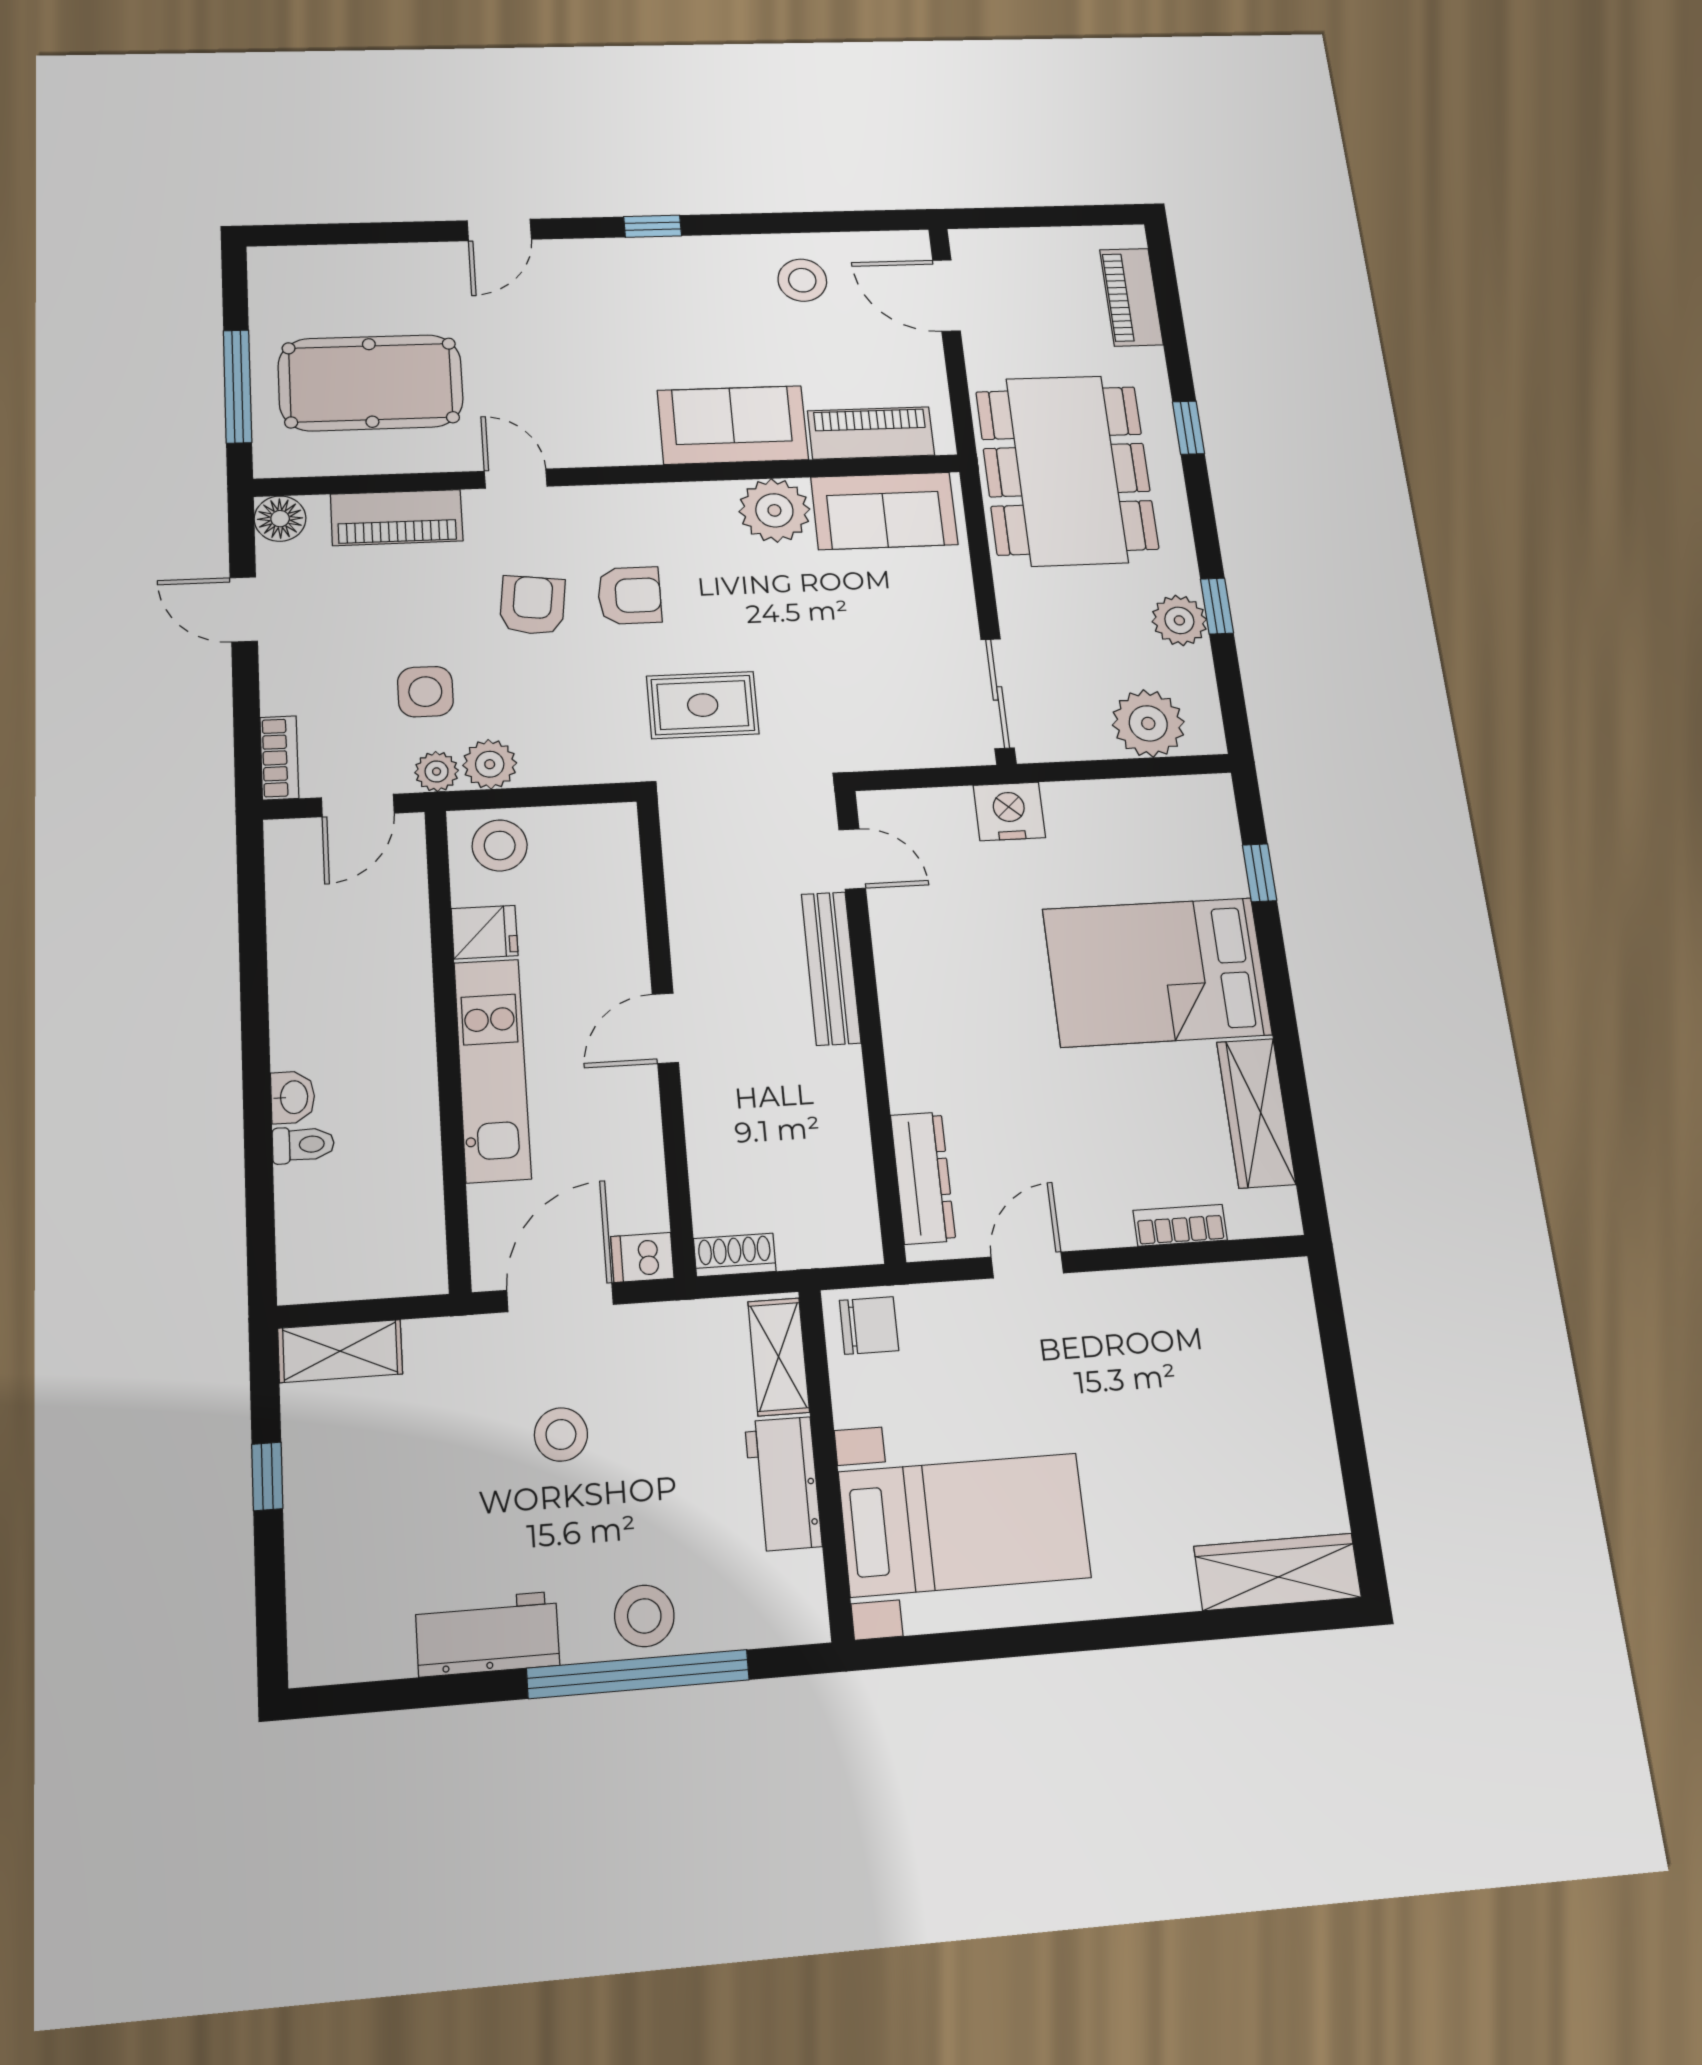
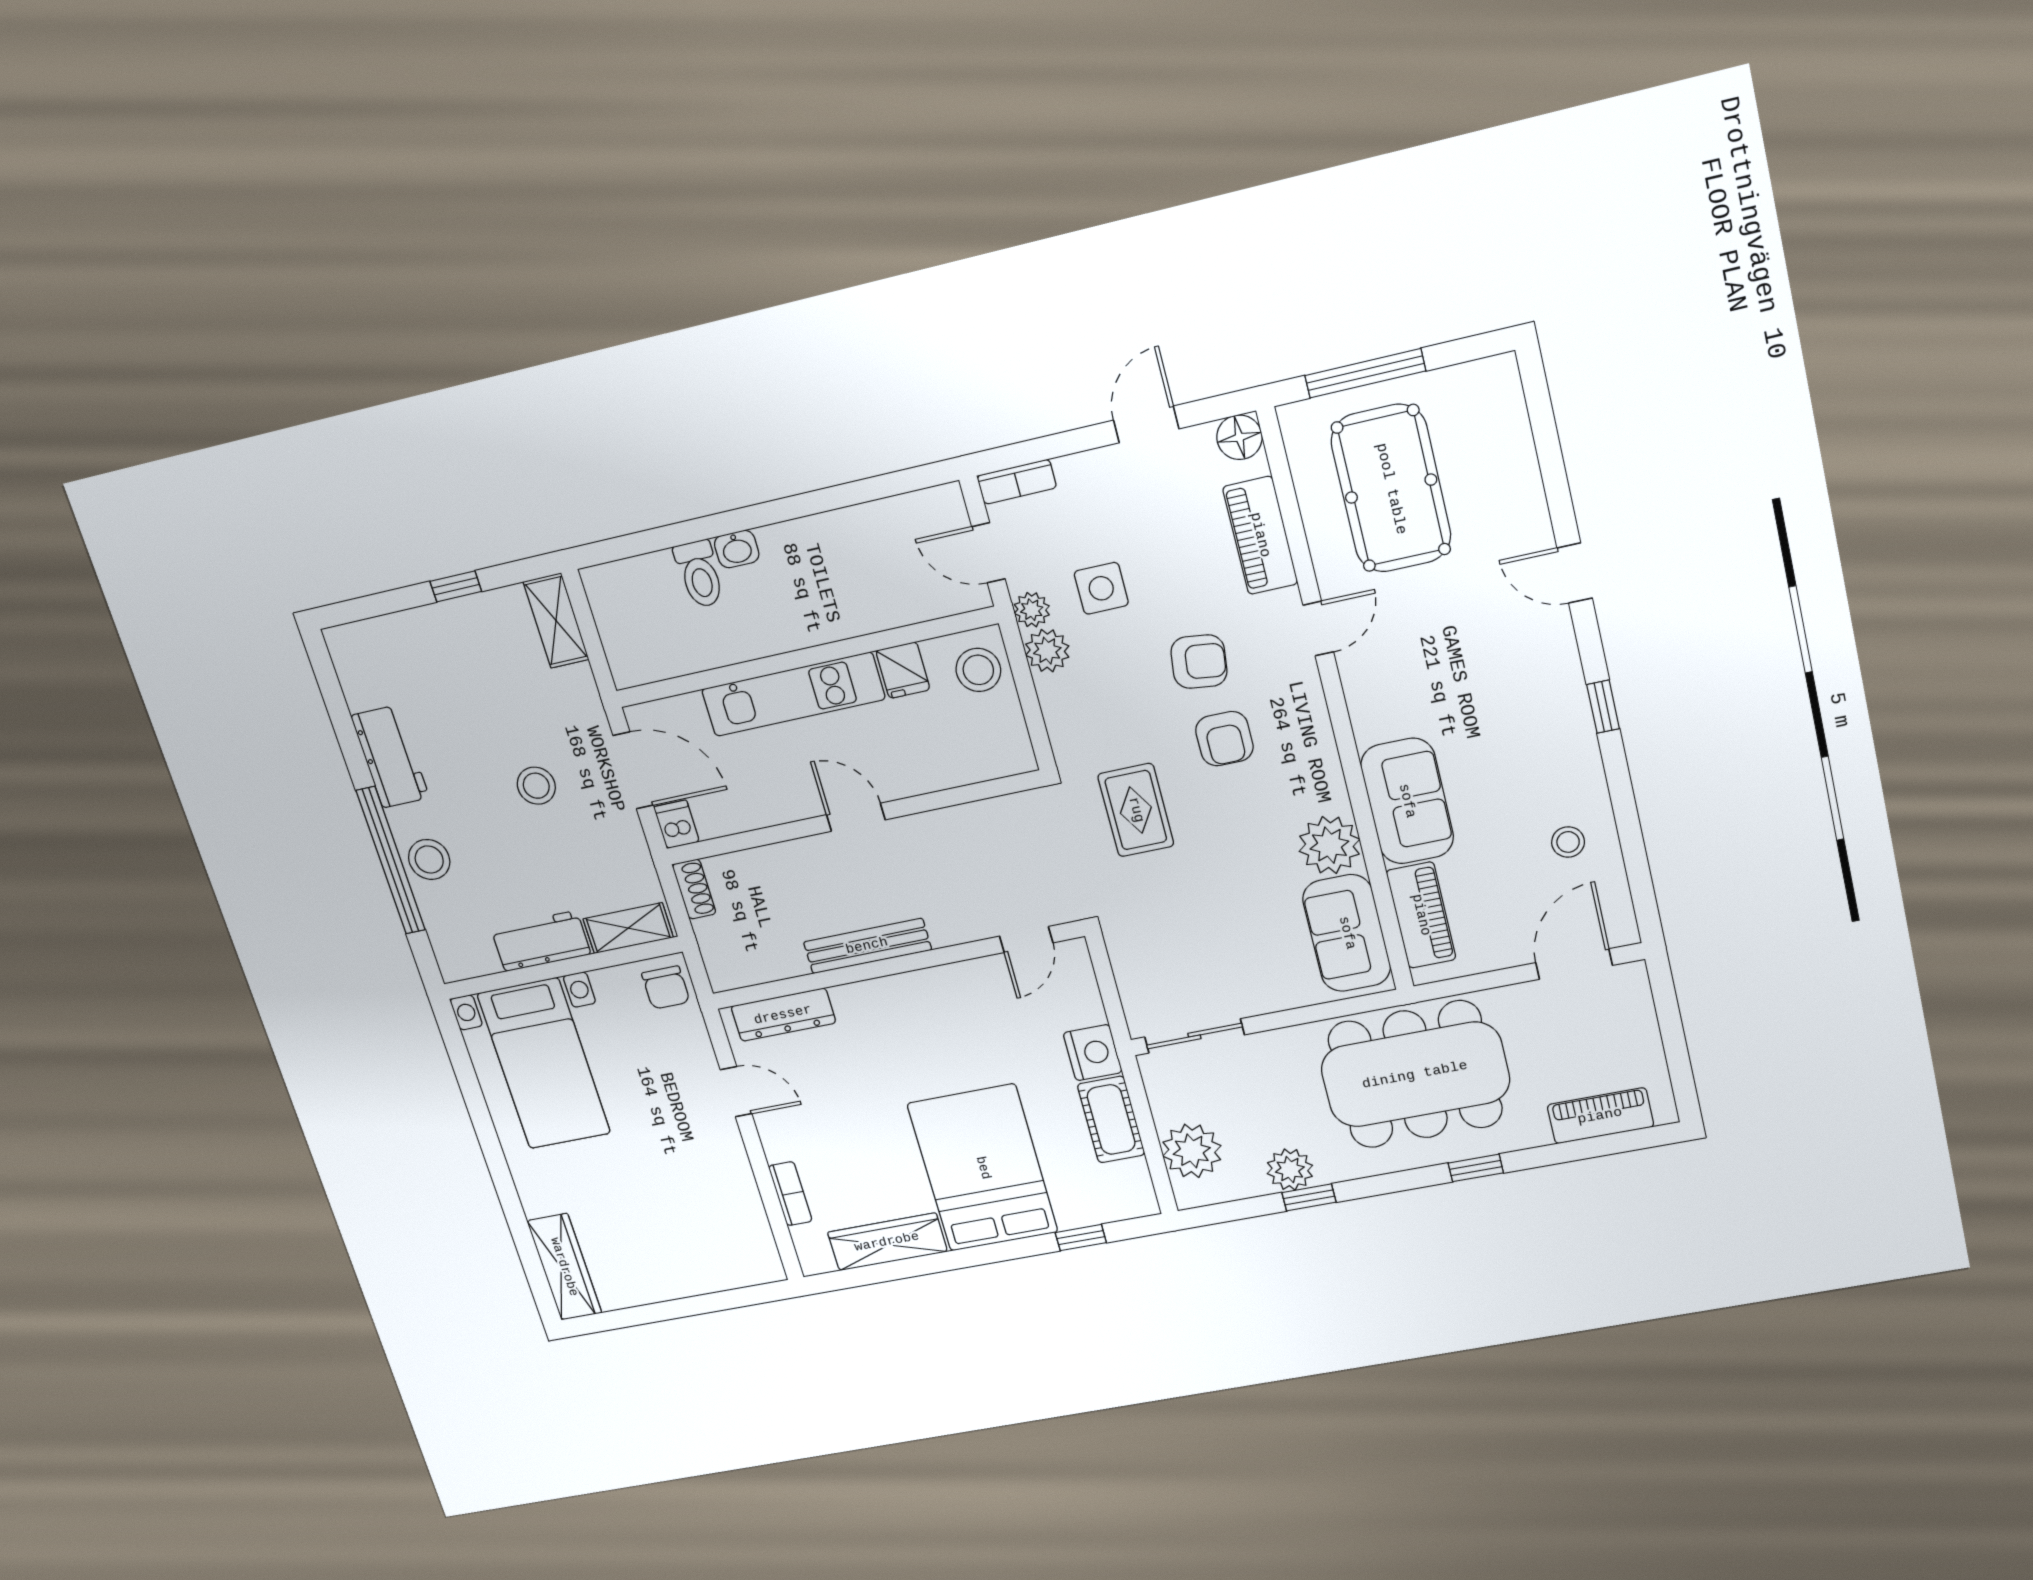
stool: (802, 280) -> (1568, 842), width x0.73, depth x0.73
cot: (1100, 807) -> (1111, 1120), added
bench: (831, 968) -> (867, 946), moved
toilet: (303, 1145) -> (700, 574), width x1.37, depth x1.39

